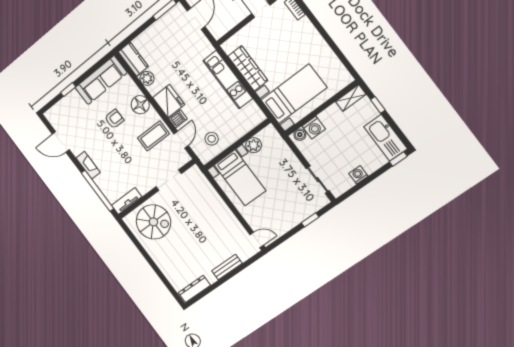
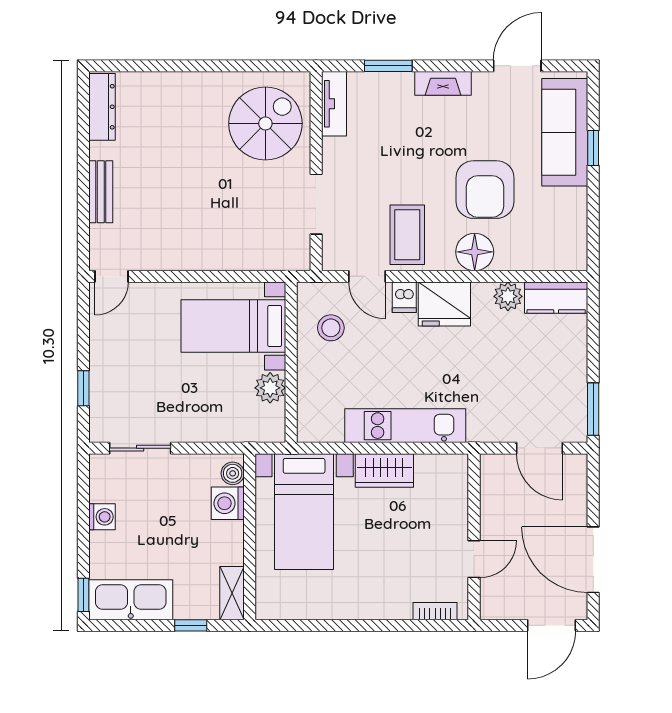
wardrobe: (248, 68) -> (384, 471), width x0.67
sofa: (101, 80) -> (565, 132), moved
armchair: (114, 119) -> (485, 190), width x1.88, depth x1.88
window: (97, 191) -> (388, 66), width x0.47
spiral stairs: (153, 222) -> (265, 123), turned 180

